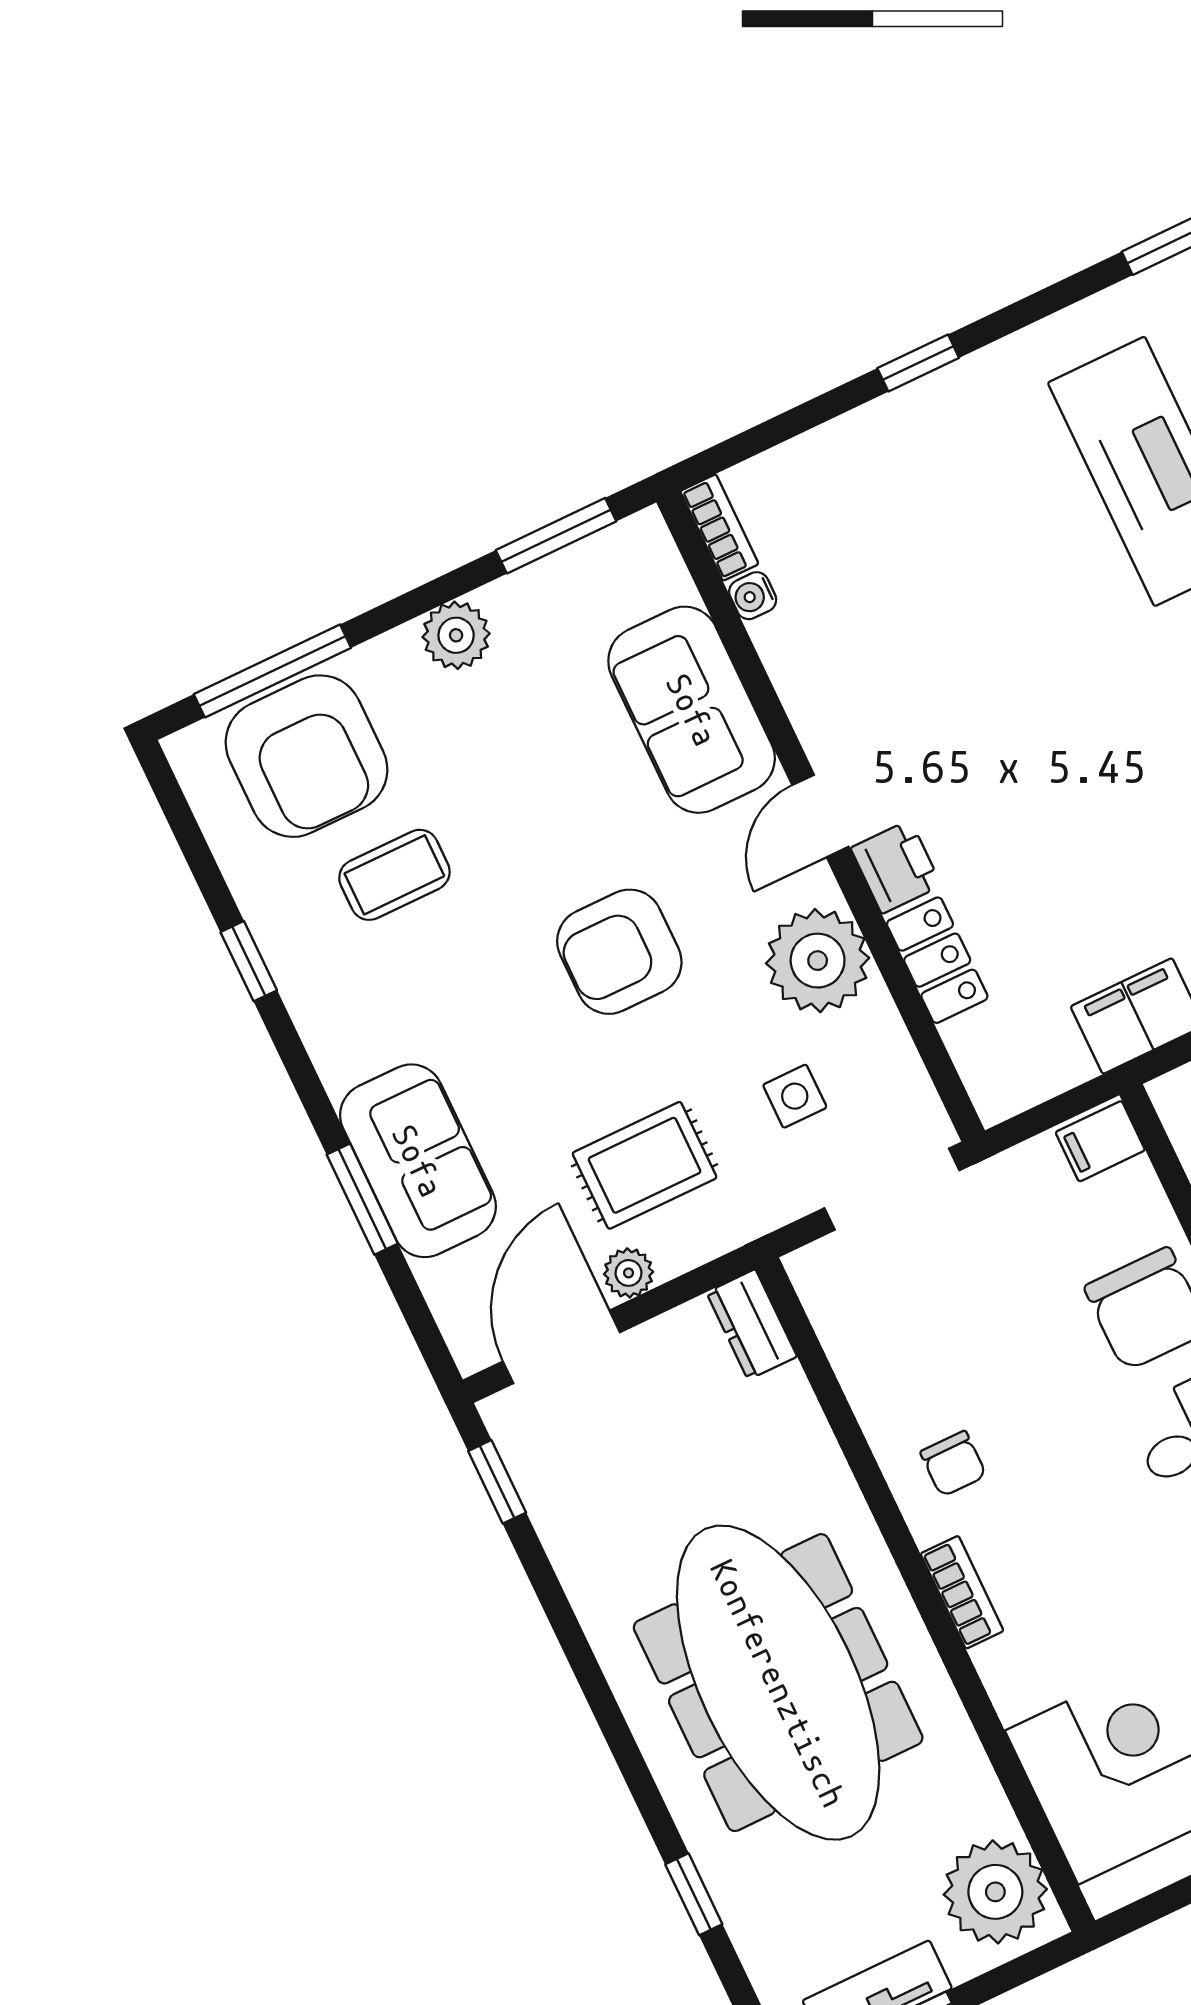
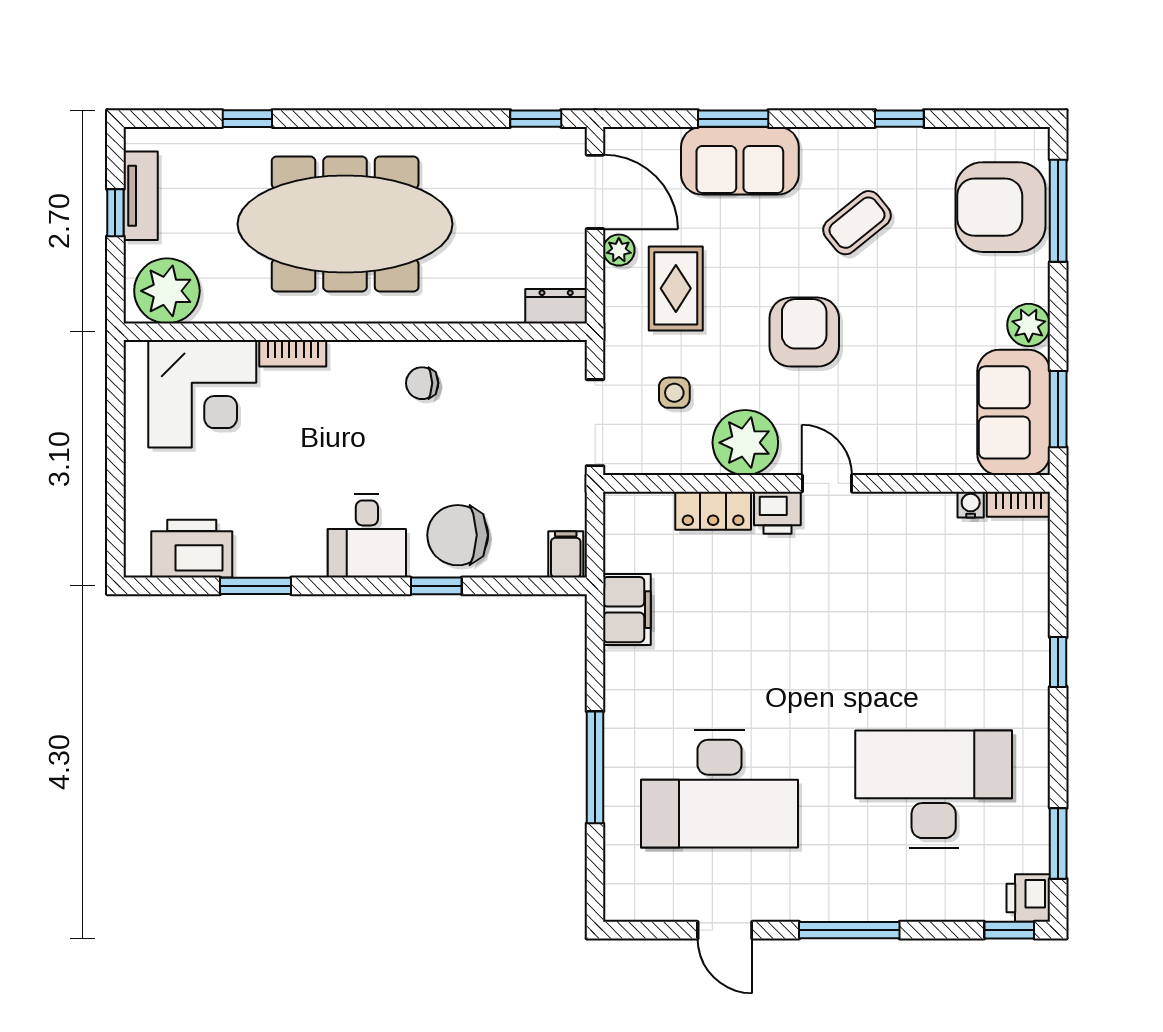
sofa: (692, 710) -> (1014, 412), moved, turned -90
coffee table: (394, 875) -> (857, 223), moved, turned 51
bookcase: (962, 1592) -> (293, 353), moved

